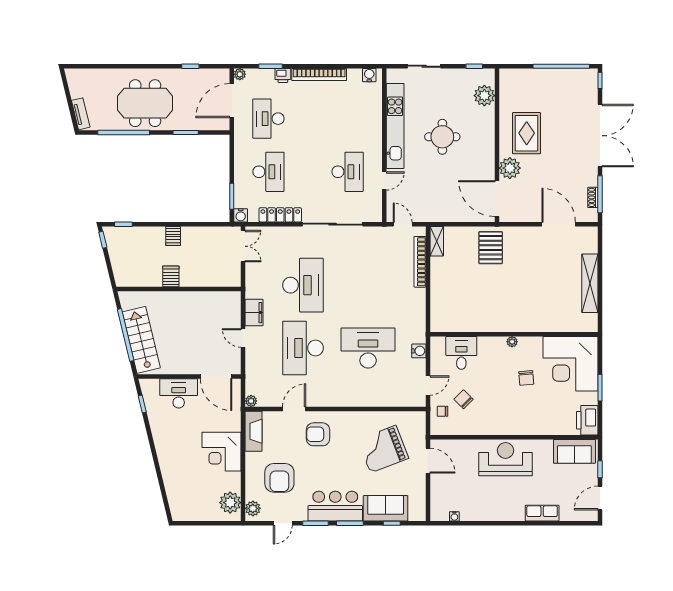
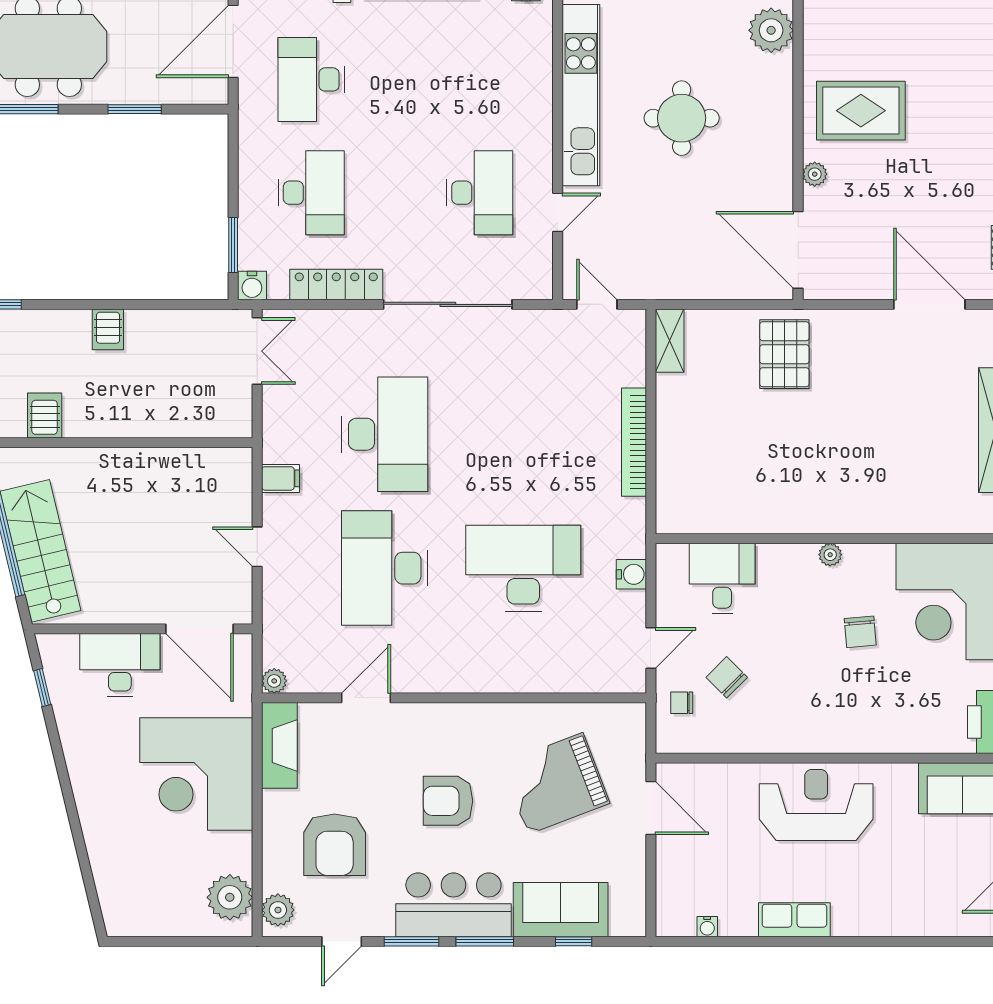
rug: (527, 133) -> (861, 111), turned 90
plant: (510, 168) -> (815, 174), width x0.53, depth x0.53
bookcase: (420, 262) -> (634, 442), moved
server rack: (171, 276) -> (45, 415), moved
filing cabinet: (254, 313) -> (281, 478), width x0.50
armchair: (318, 434) -> (448, 801), moved
corner desk: (222, 452) -> (196, 774), width x1.36, depth x1.36
row of seats: (542, 513) -> (794, 920), moved

